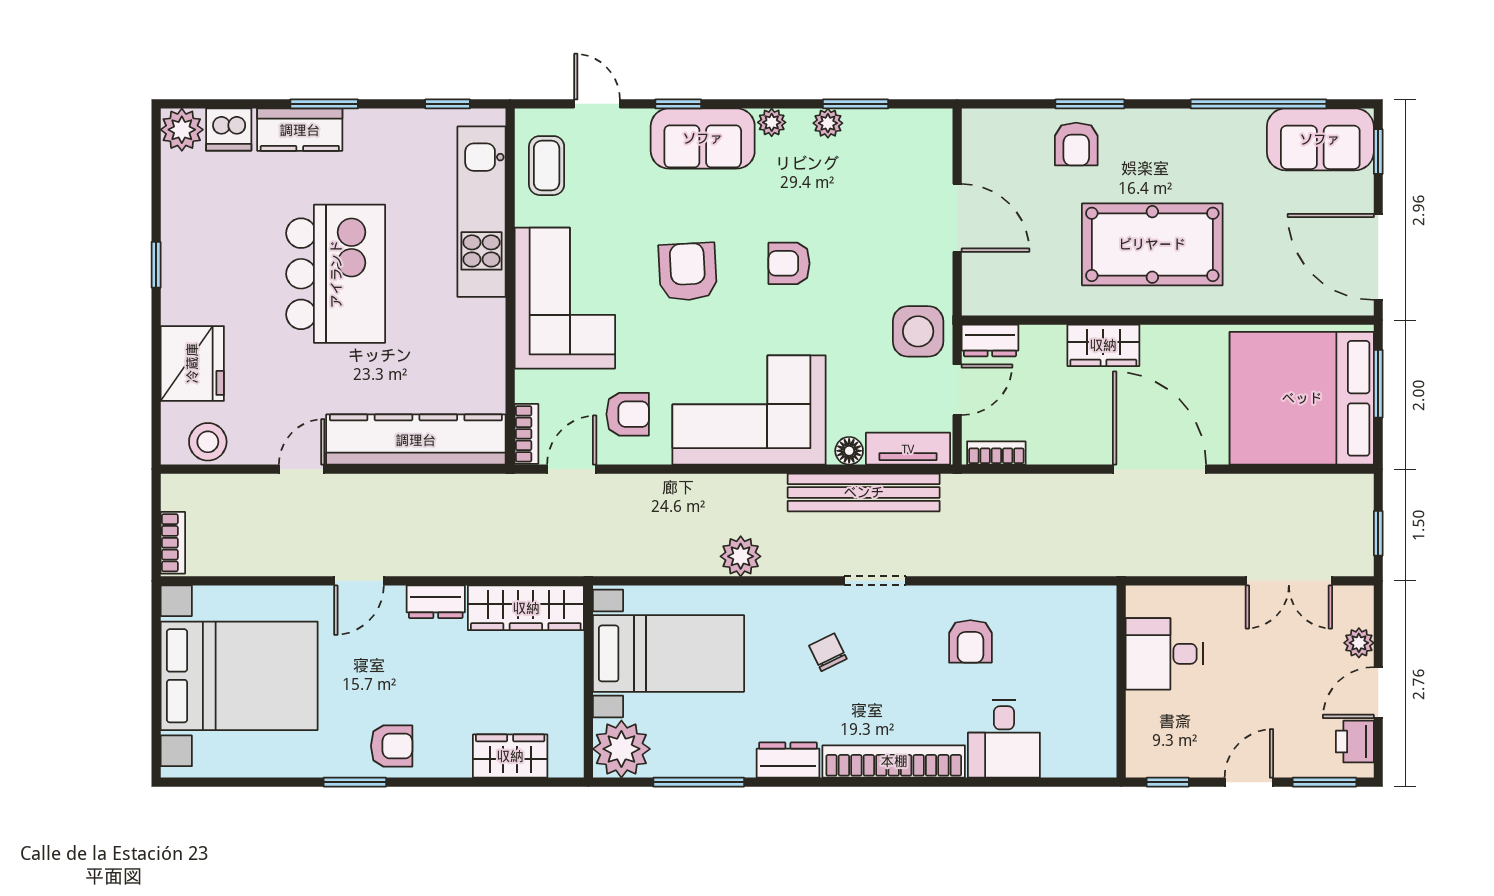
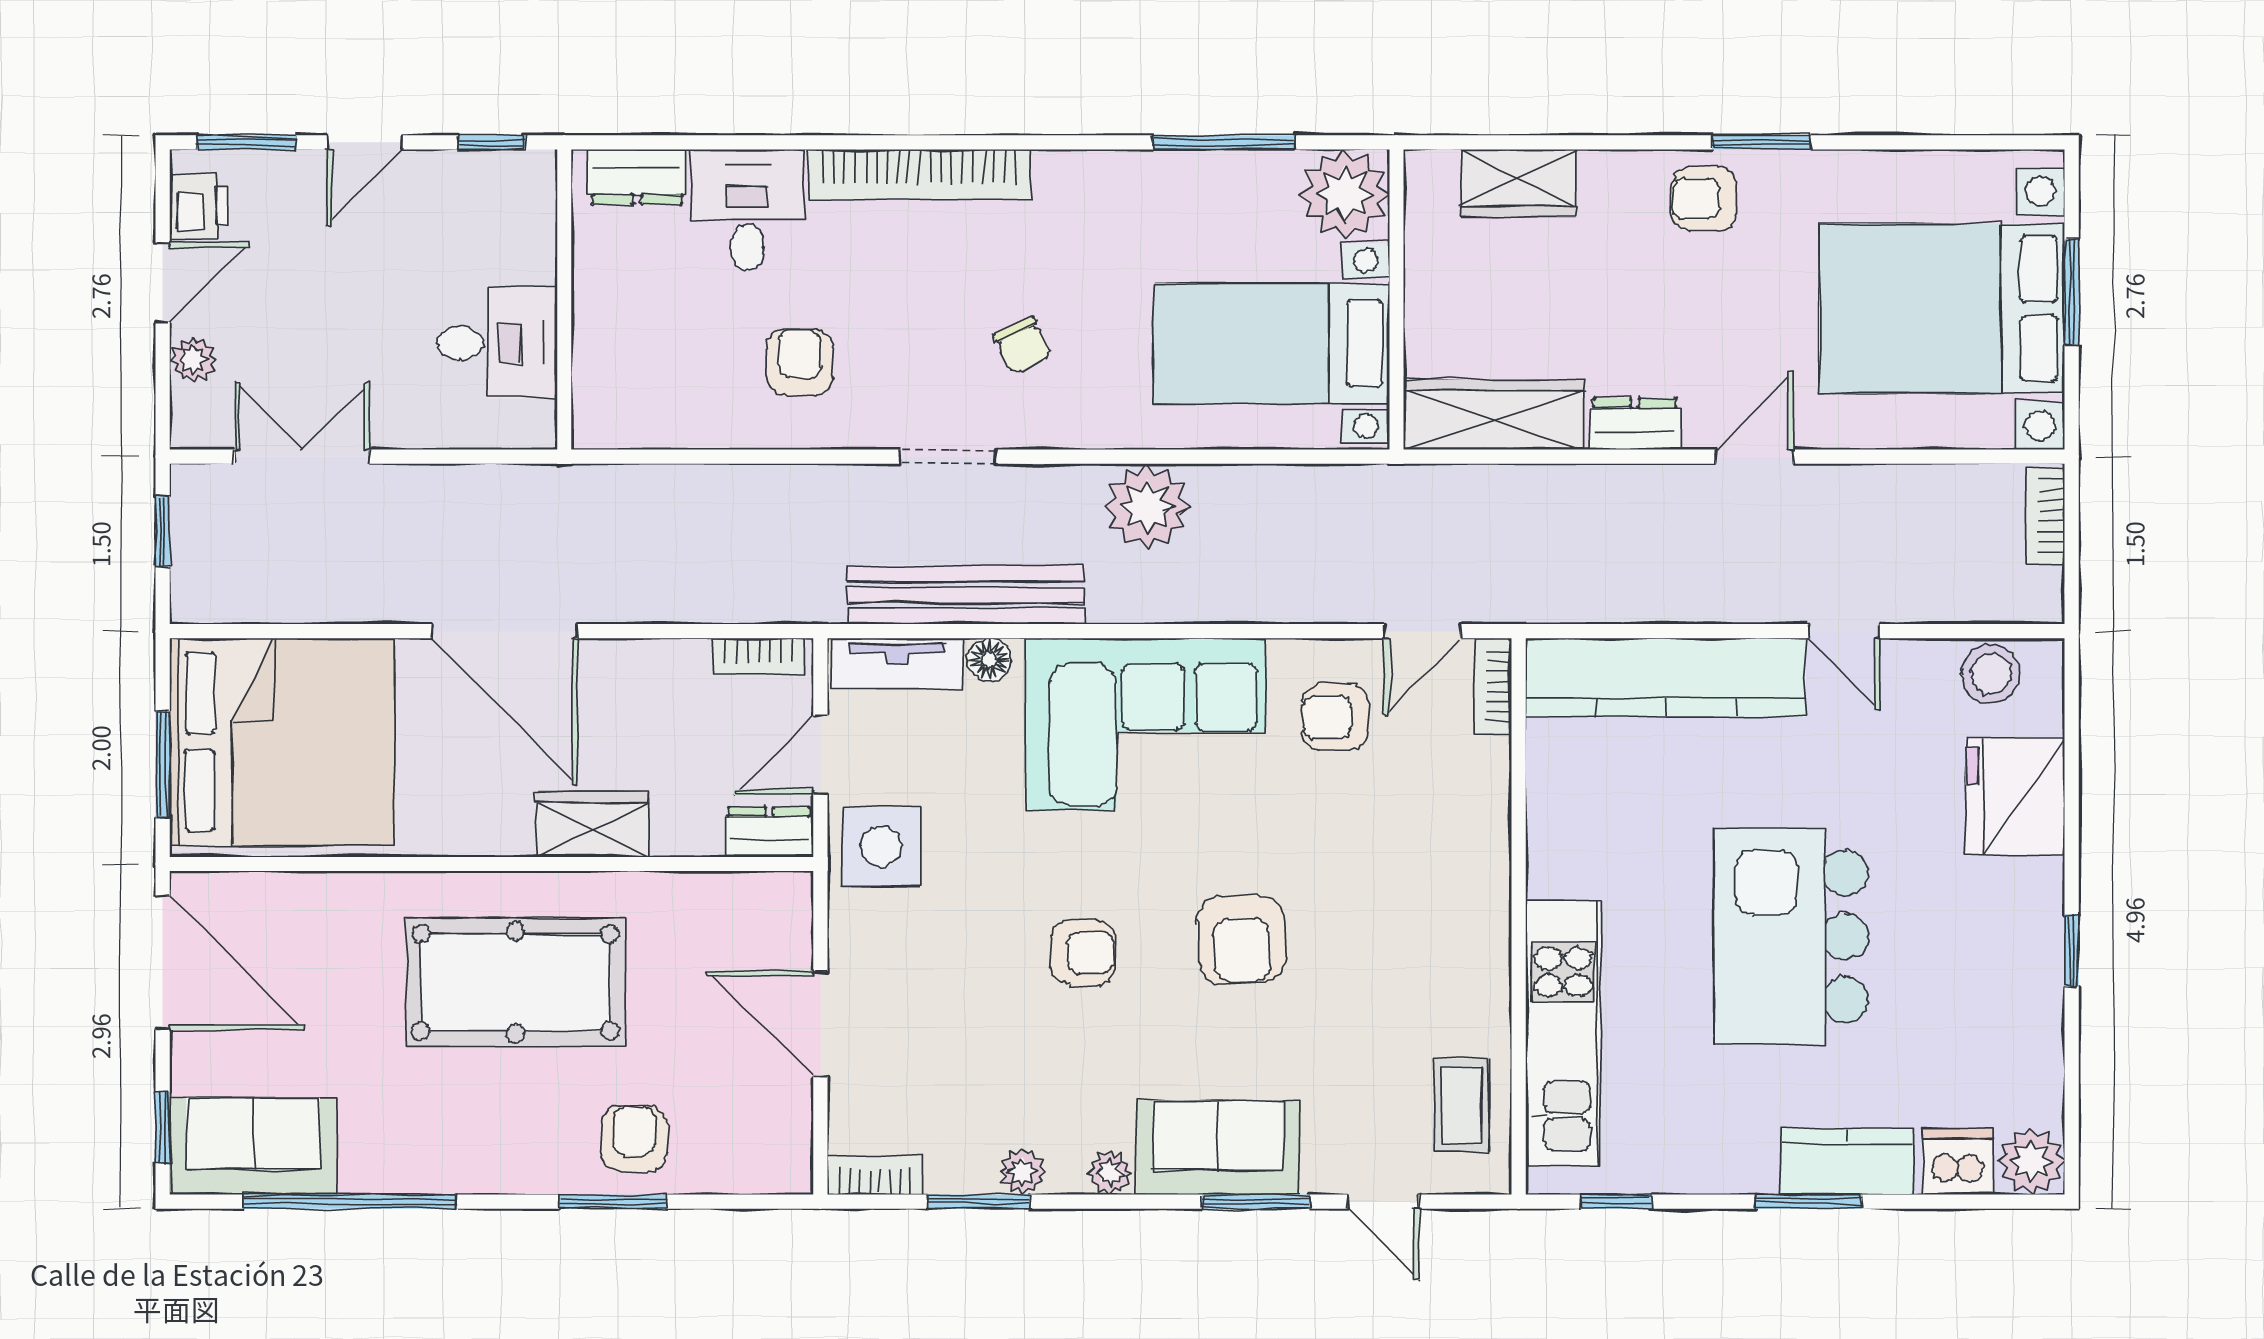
window: (678, 104) -> (1256, 1202), width x1.50
bookcase: (922, 121) -> (875, 1175), added
corner sofa: (565, 298) -> (1433, 898), removed
door: (302, 469) -> (1844, 631), hinge flipped
plant: (741, 556) -> (1147, 507), width x1.36, depth x1.36
window: (156, 686) -> (2072, 292), added
dresser: (788, 760) -> (637, 177), moved

